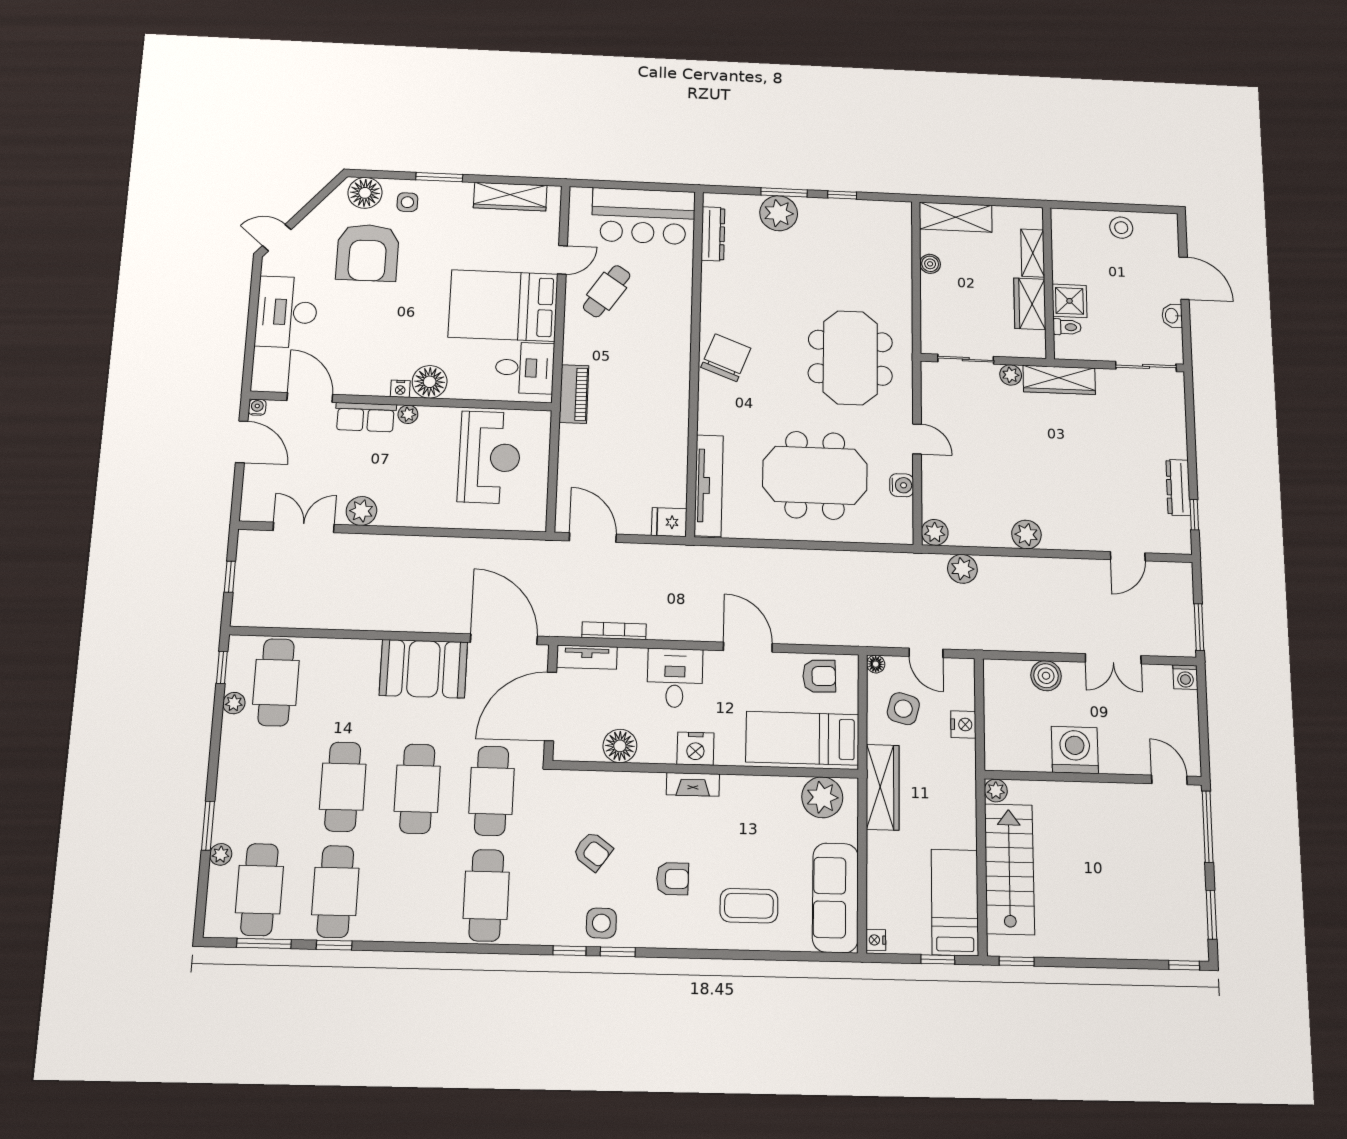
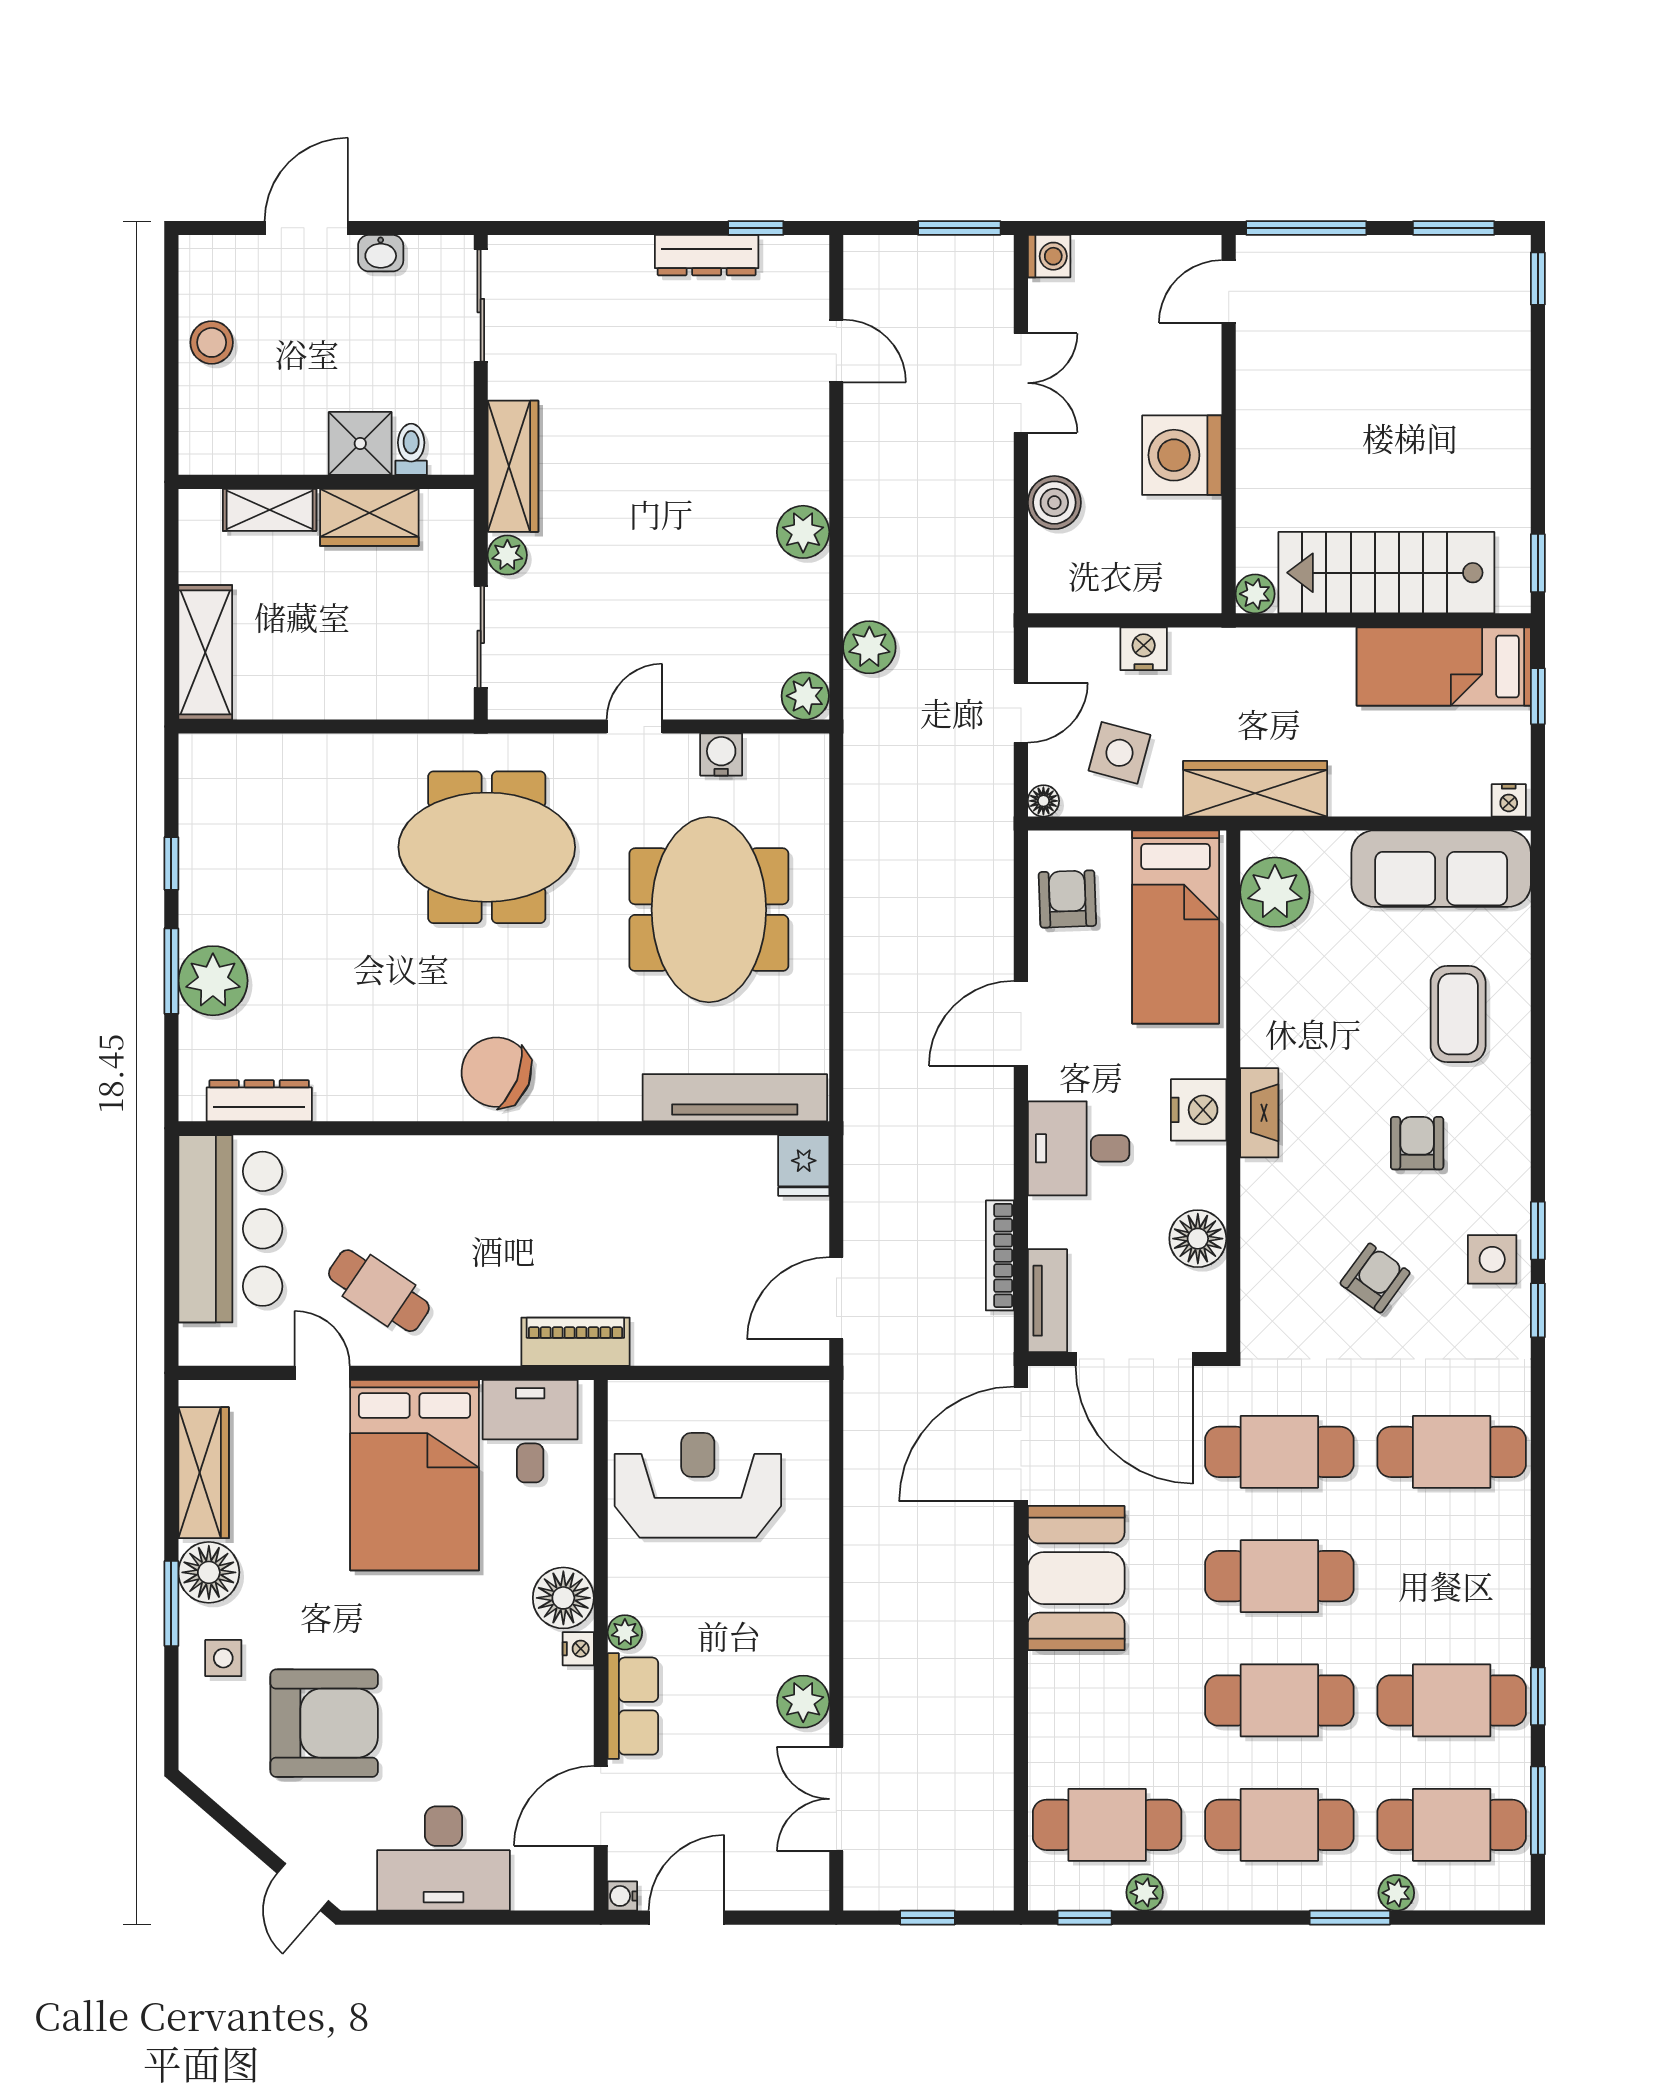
floor lamp: (365, 193) -> (209, 1572), moved
boiler: (930, 264) -> (299, 701), removed
cafe table: (268, 784) -> (1279, 1825), added

